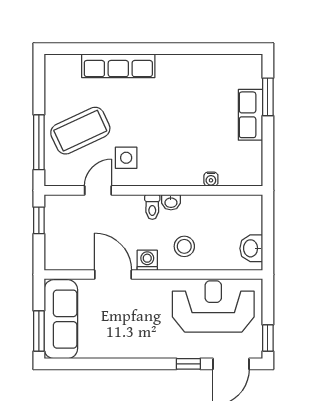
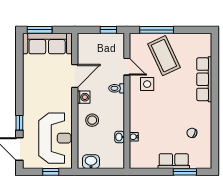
chair: (205, 86) -> (192, 133), added
washbasin: (171, 202) -> (120, 137), moved
toilet: (152, 207) -> (117, 88), moved
window: (268, 338) -> (51, 172), moved

